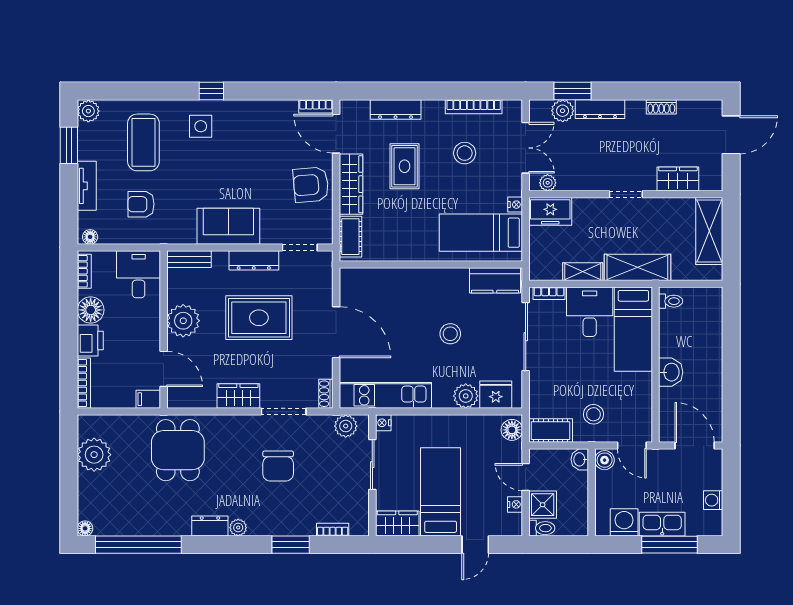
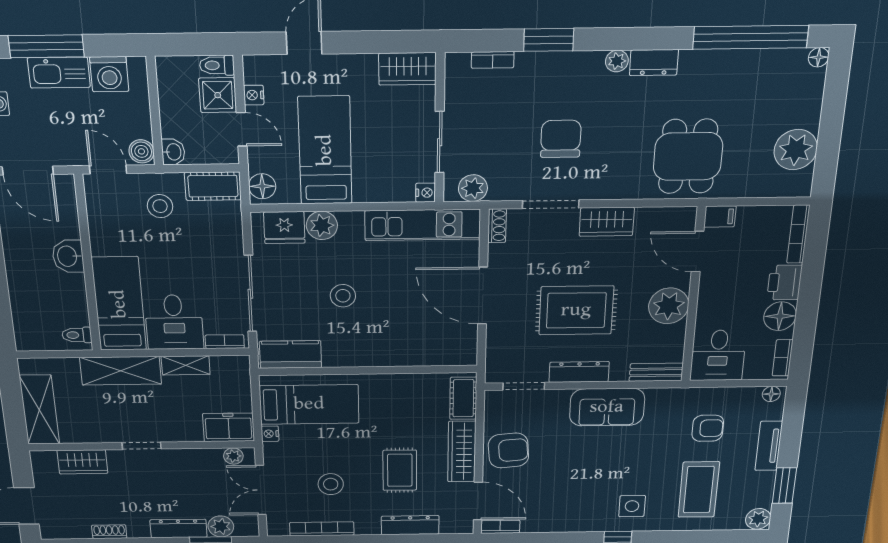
bed: (441, 492) -> (325, 150), moved, turned 180

